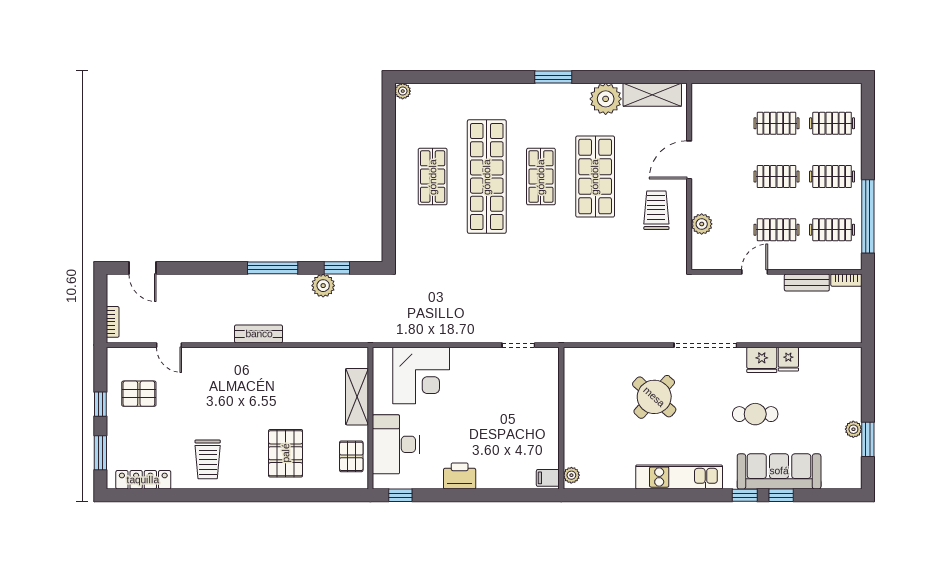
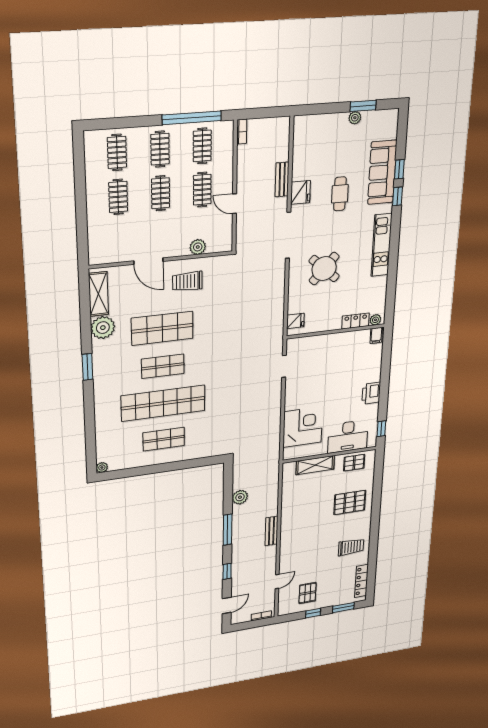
window: (337, 268) -> (227, 571), moved
bench: (807, 283) -> (282, 179), moved
fridge: (788, 359) -> (295, 321), moved
locker: (573, 446) -> (356, 321), added

